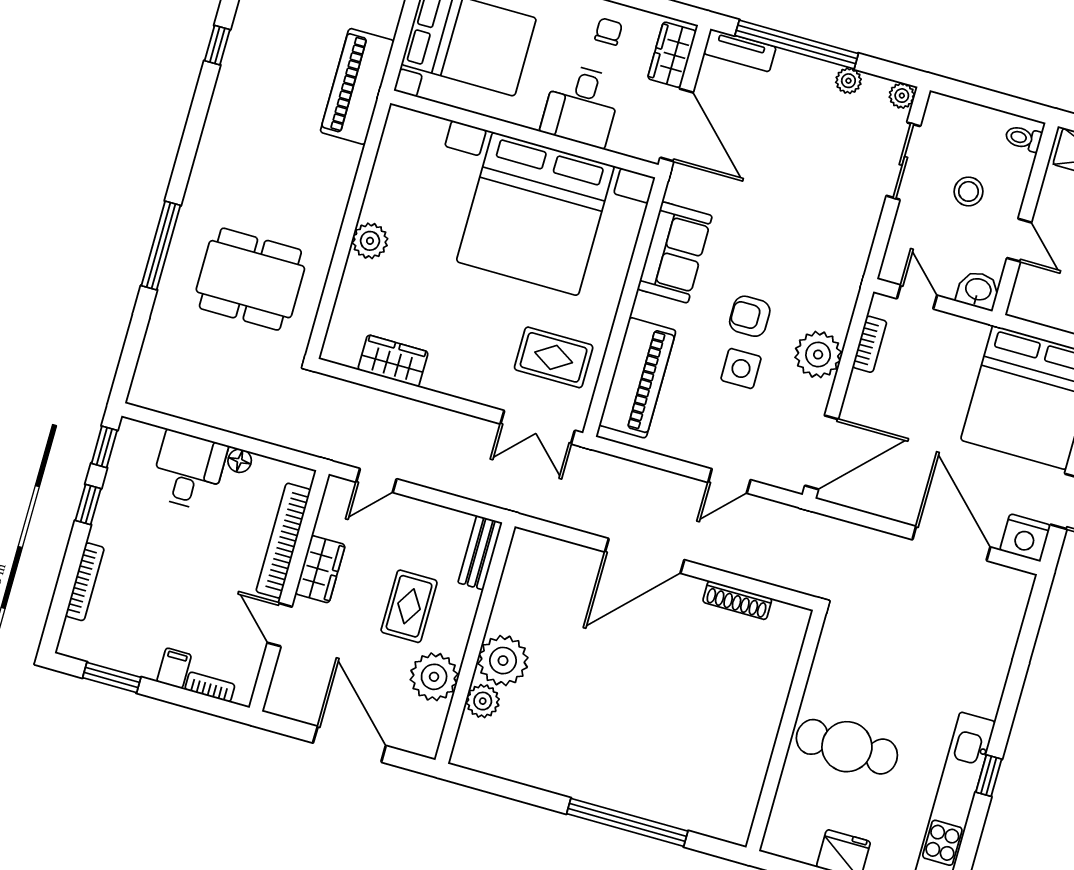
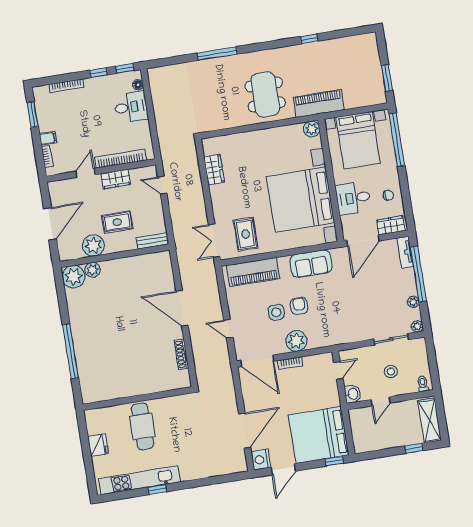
plant: (370, 241) -> (312, 129), moved
dining table: (250, 279) -> (265, 94), moved
bookcase: (870, 344) -> (290, 363), moved
floor lamp: (240, 461) -> (138, 85), moved
plant: (503, 661) -> (74, 277), moved

